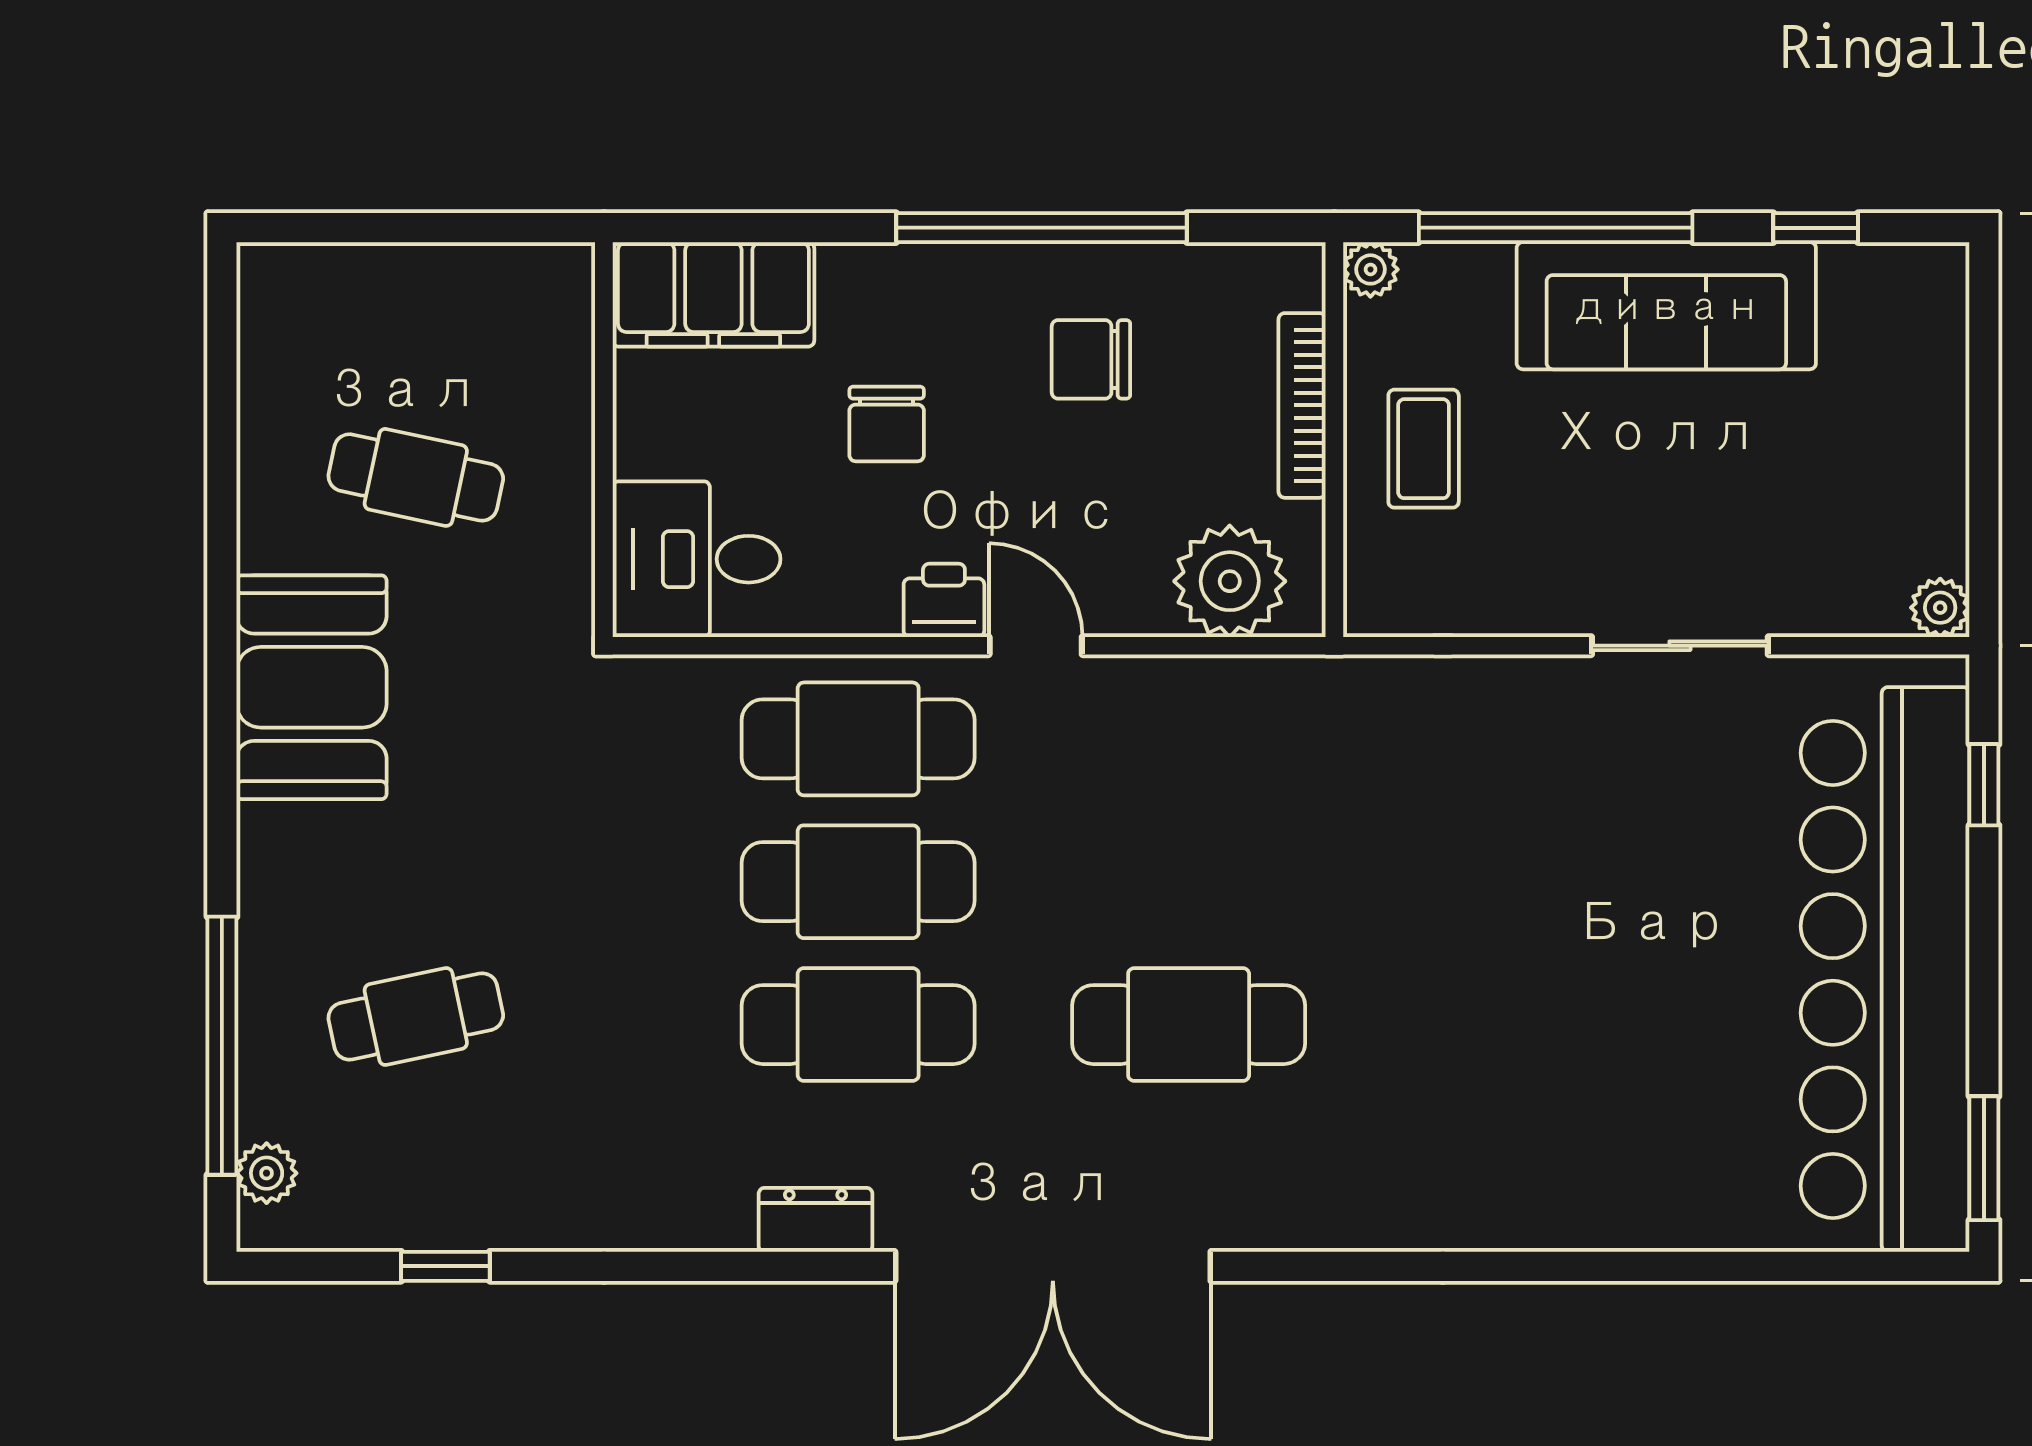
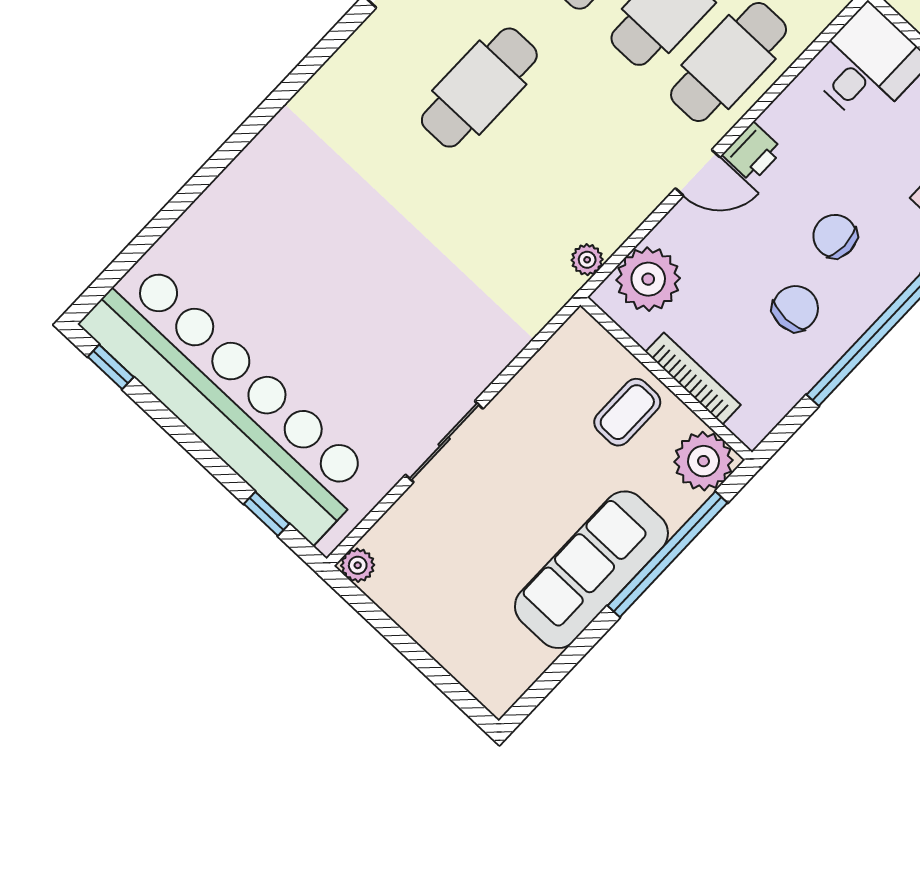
window: (1816, 228) -> (565, 663), removed
plant: (1370, 269) -> (703, 461), width x1.88, depth x1.88
chair: (887, 424) -> (835, 236), moved
coffee table: (1424, 449) -> (627, 412), turned 90
plant: (1278, 682) -> (587, 260), added
window: (1984, 1158) -> (111, 367), width x0.67

